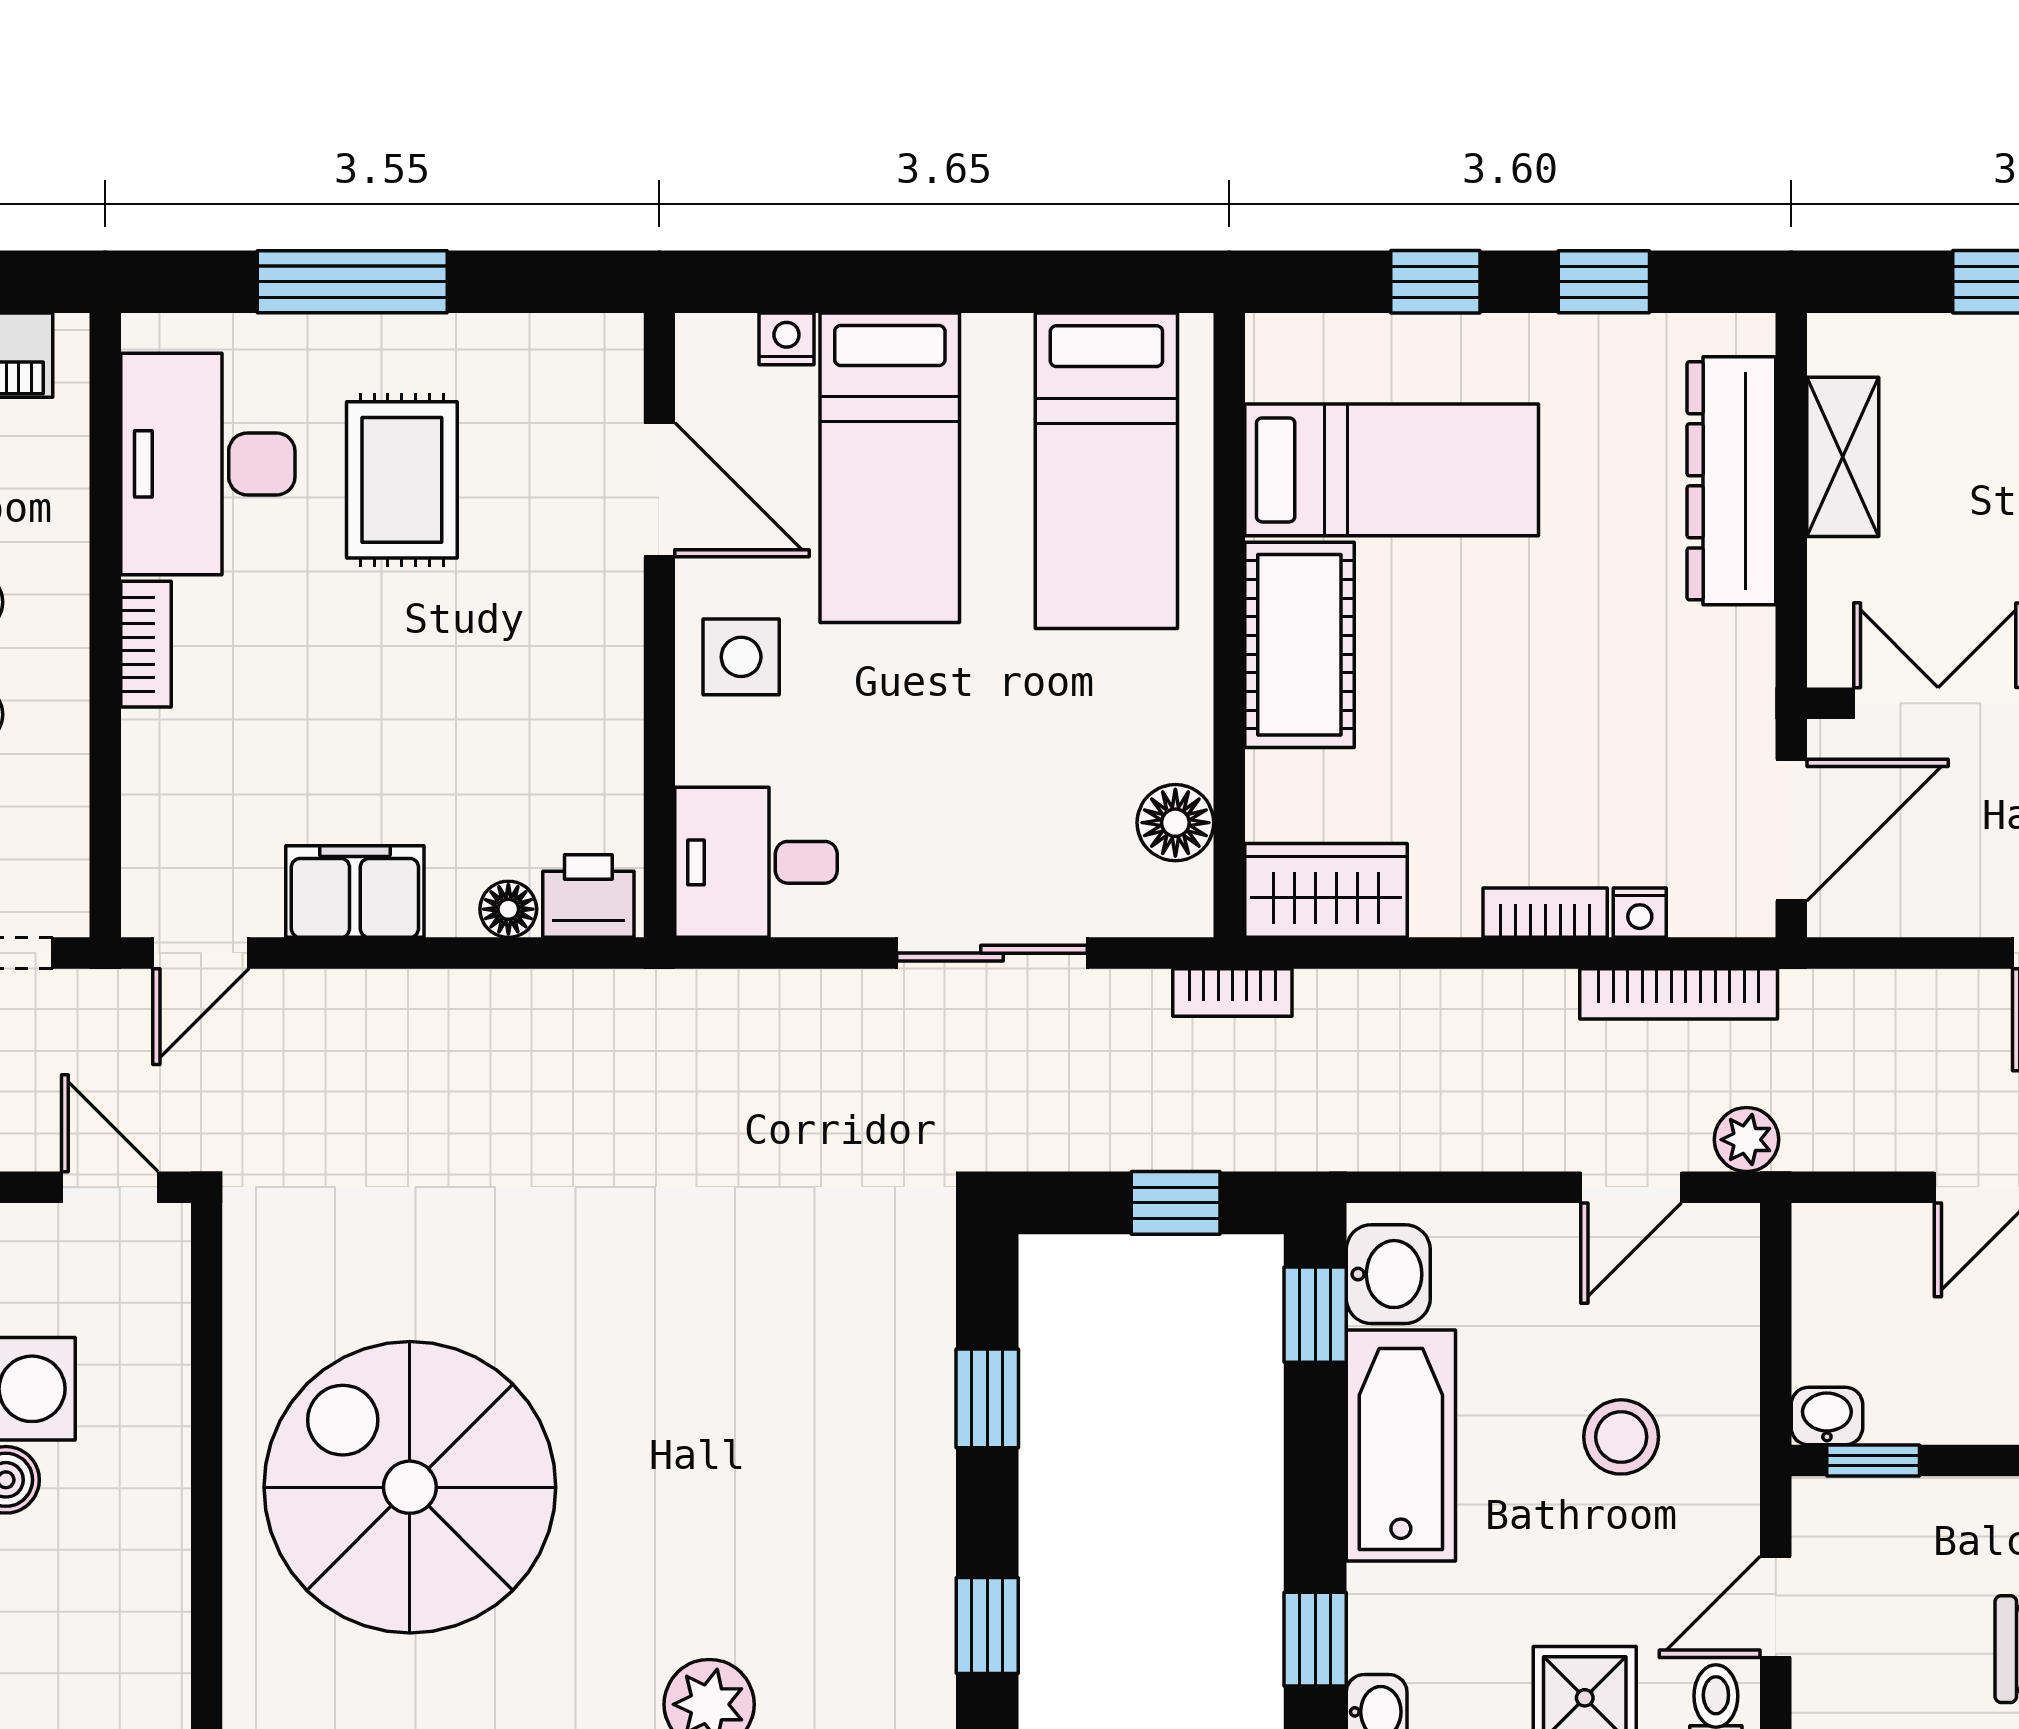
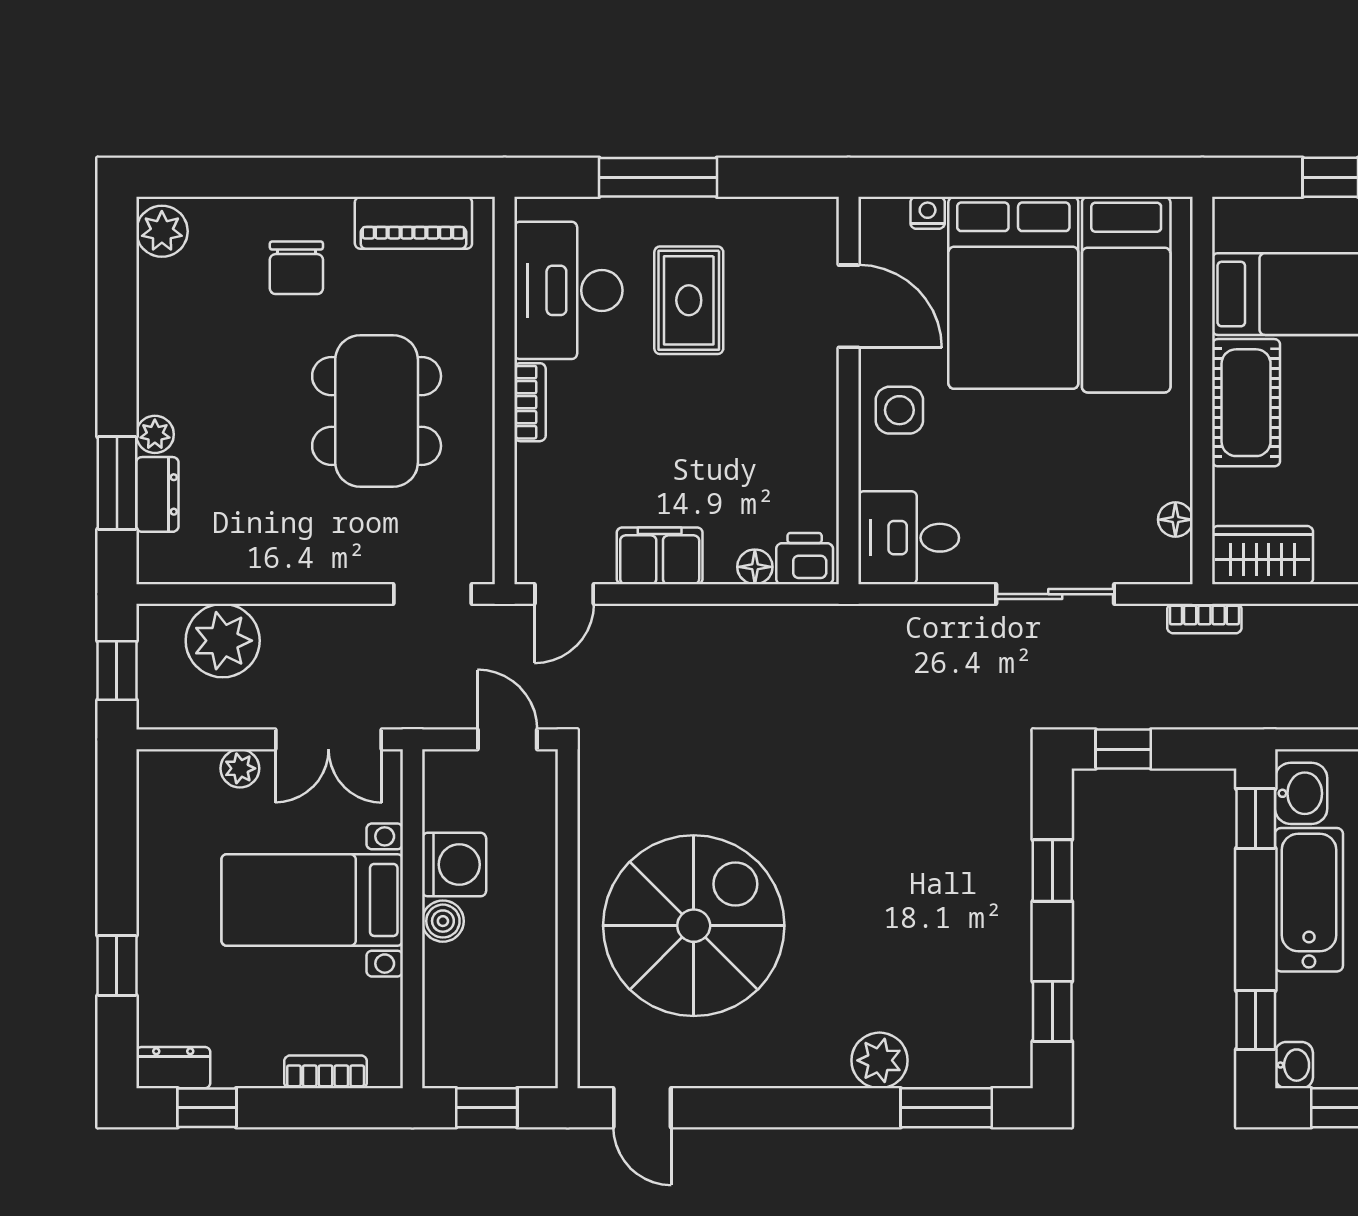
bed: (890, 468) -> (1013, 293), width x1.50
floor lamp: (1175, 823) -> (1175, 520), width x0.73, depth x0.73
window: (1176, 1203) -> (1123, 749), moved
spiral stairs: (410, 1487) -> (694, 926), turned 90

